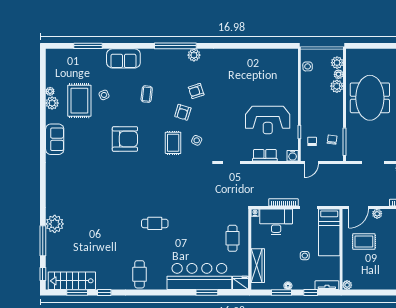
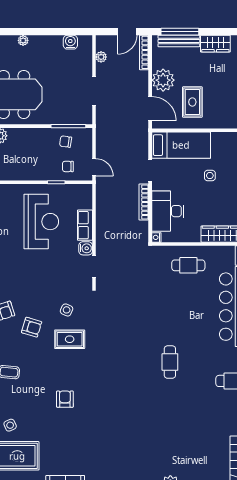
armchair: (125, 139) -> (65, 399), width x0.53, depth x0.53
water cooler: (293, 156) -> (86, 248), moved
plant: (377, 214) -> (163, 80), width x1.87, depth x1.87

